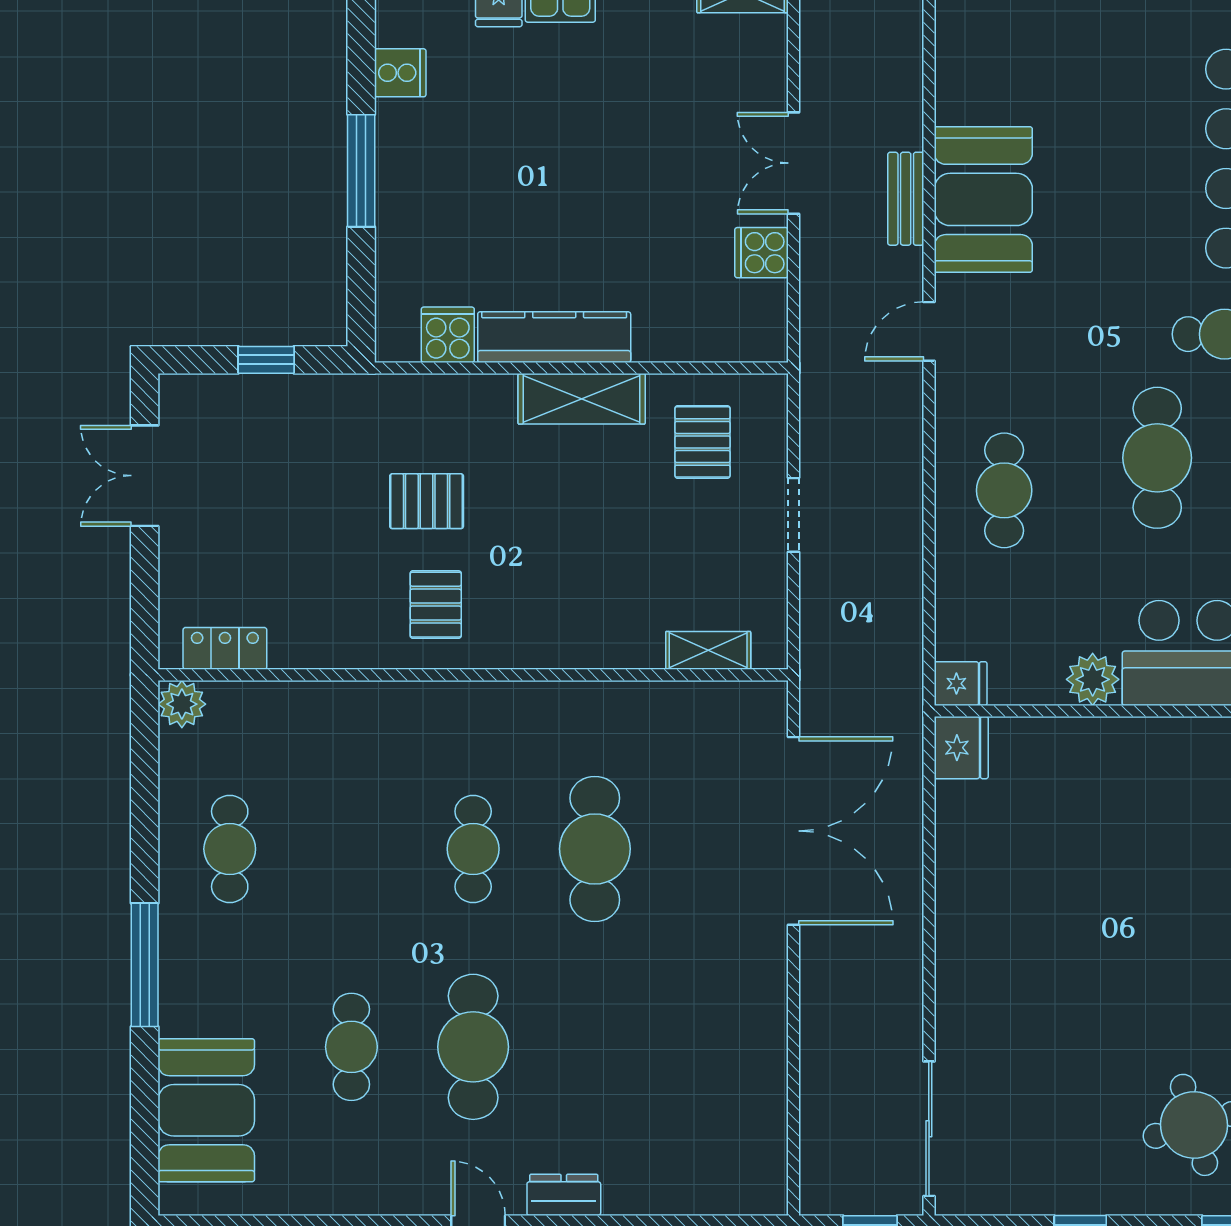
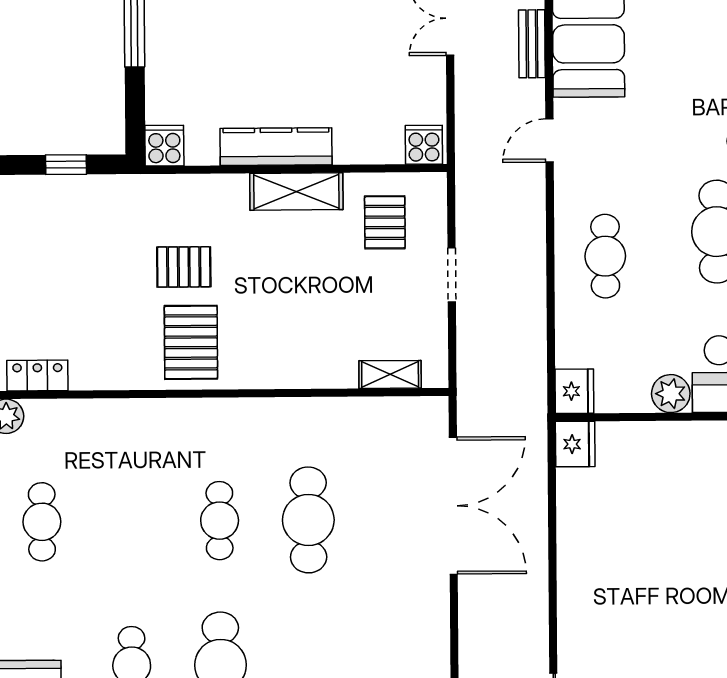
cooker: (762, 253) -> (424, 145), moved, turned 90
cooker: (448, 335) -> (164, 146), moved
pallet: (436, 605) -> (191, 342), width x1.50, depth x1.42
fridge: (961, 684) -> (574, 391), width x1.38

